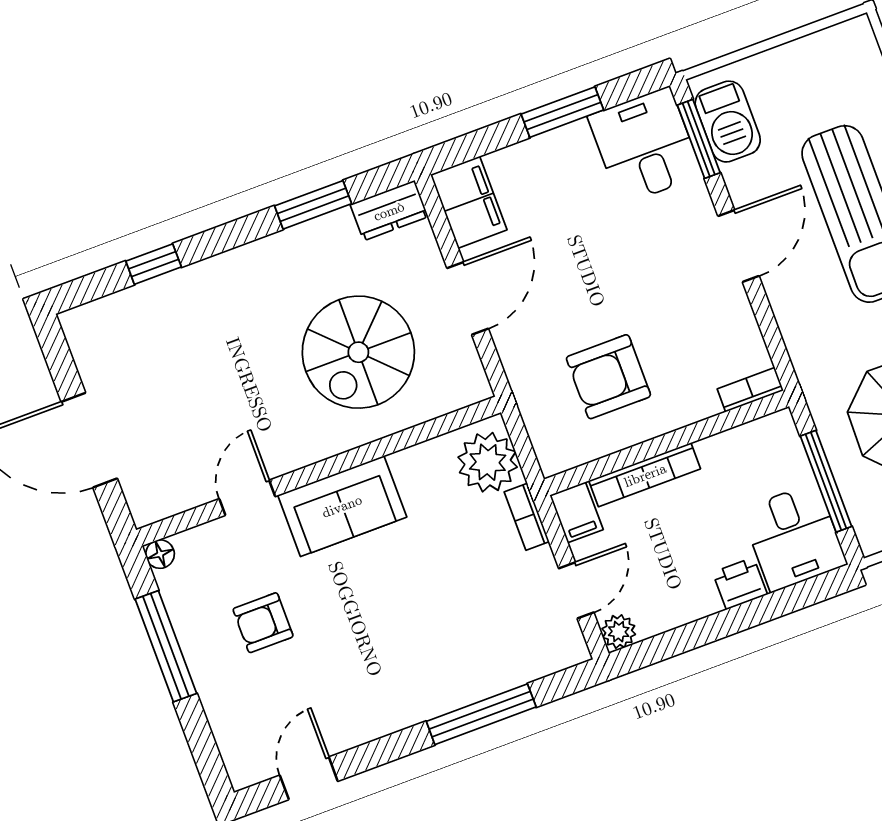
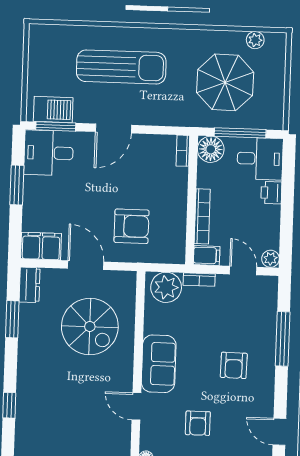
door: (739, 246) -> (113, 128), swing flipped
armchair: (608, 377) -> (132, 226), moved, turned -90
floor lamp: (774, 440) -> (211, 149), added
armchair: (396, 645) -> (234, 365), added

